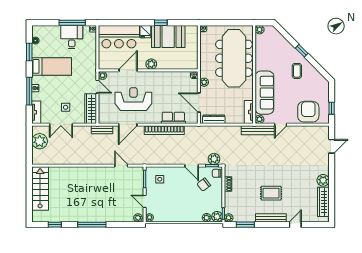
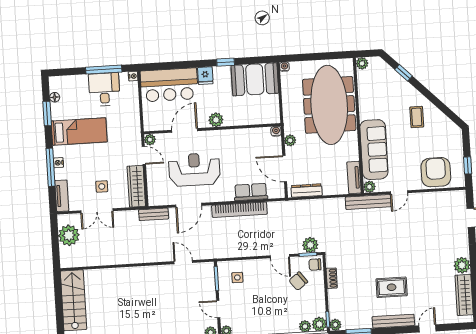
booth: (168, 36) -> (255, 79), moved
window: (302, 51) -> (403, 73), moved

